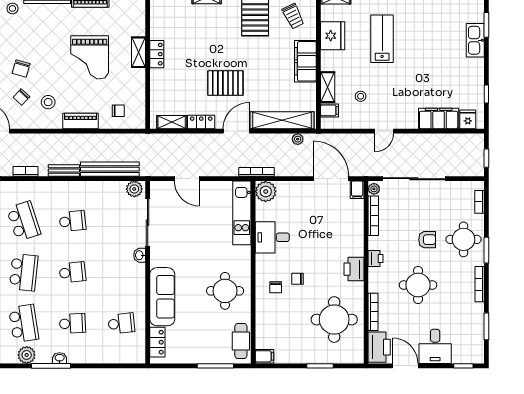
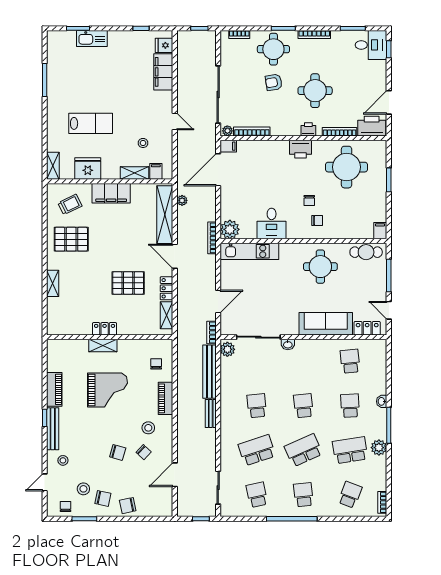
lab bench: (382, 39) -> (91, 123), turned 180
pallet: (225, 83) -> (128, 283), moved, turned 90
bookcase: (25, 171) -> (211, 332), moved
armchair: (427, 240) -> (274, 82), turned -99
printer: (376, 259) -> (308, 129), moved
school desk: (24, 272) -> (303, 450), turned -30
desk: (435, 346) -> (371, 45), moved
washbasin: (60, 358) -> (382, 401), moved
door: (177, 366) -> (389, 310), added

